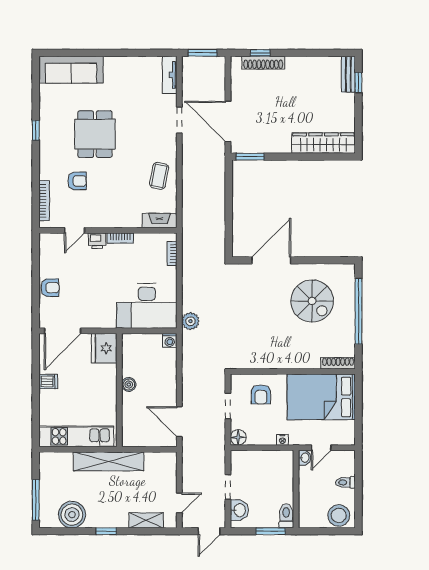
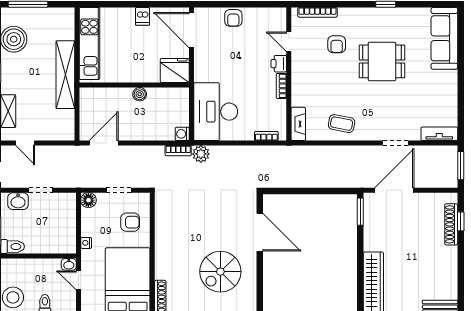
bookcase: (187, 345) -> (178, 151), added
armchair: (261, 394) -> (130, 222), turned 180

